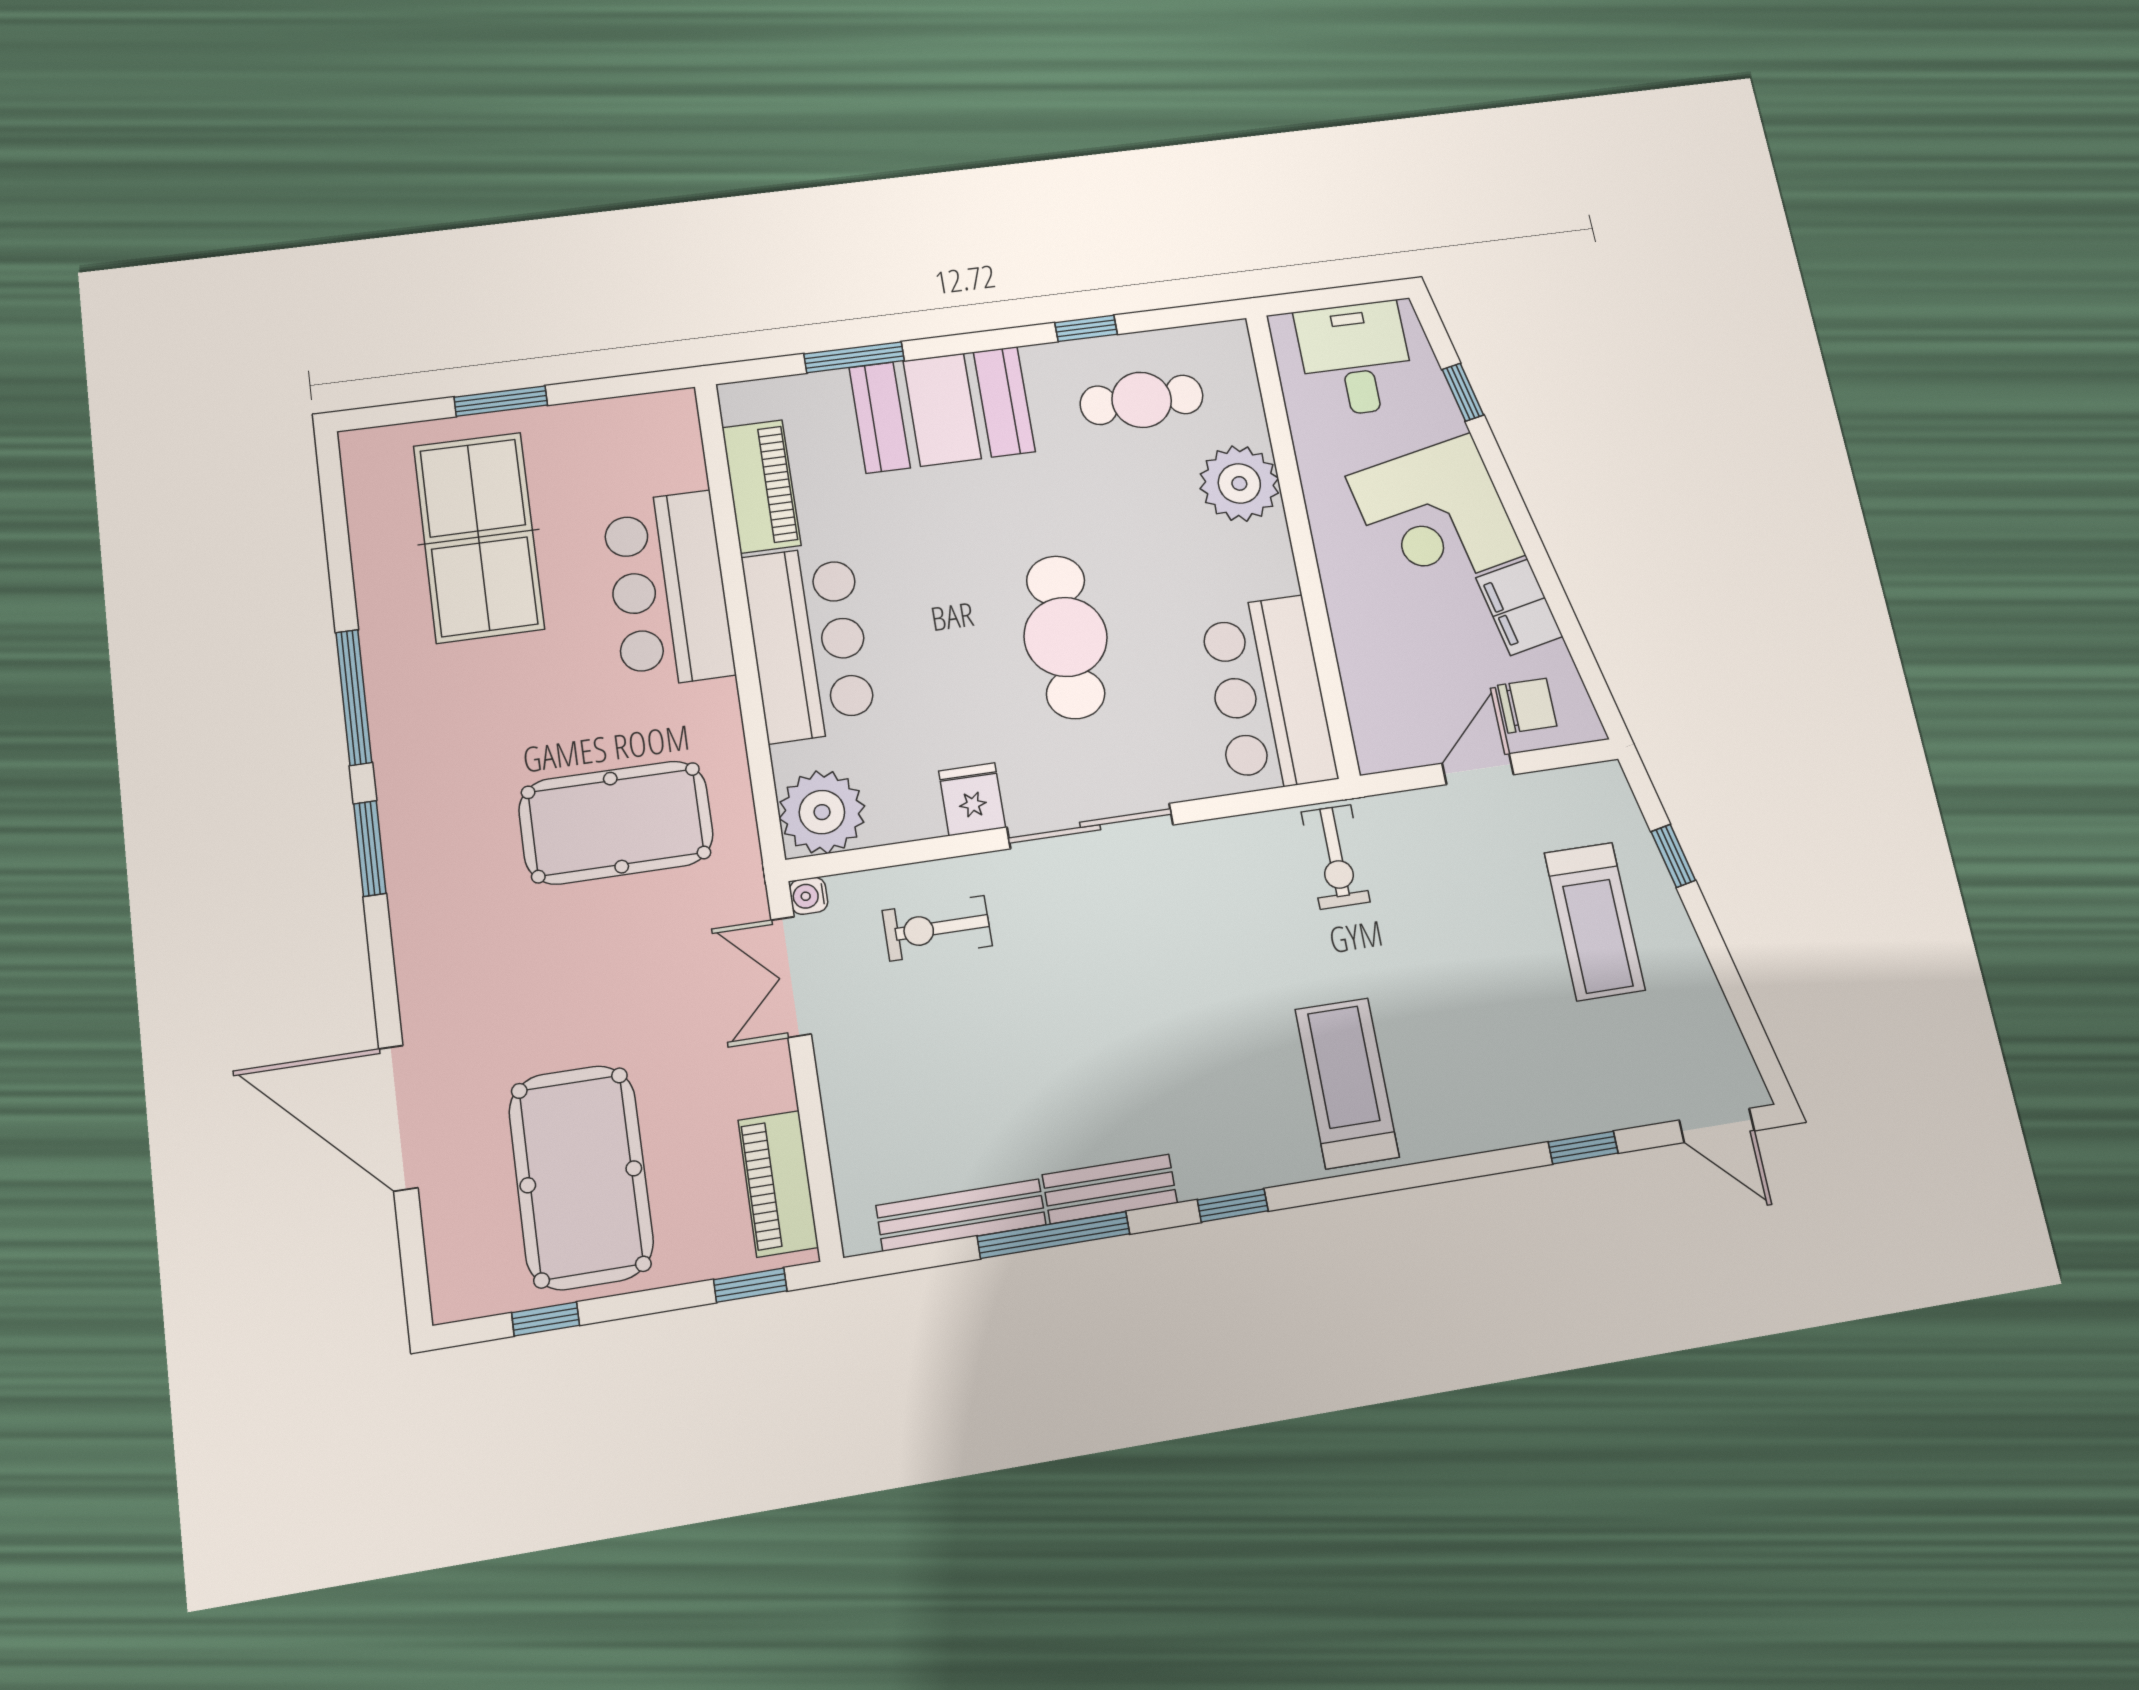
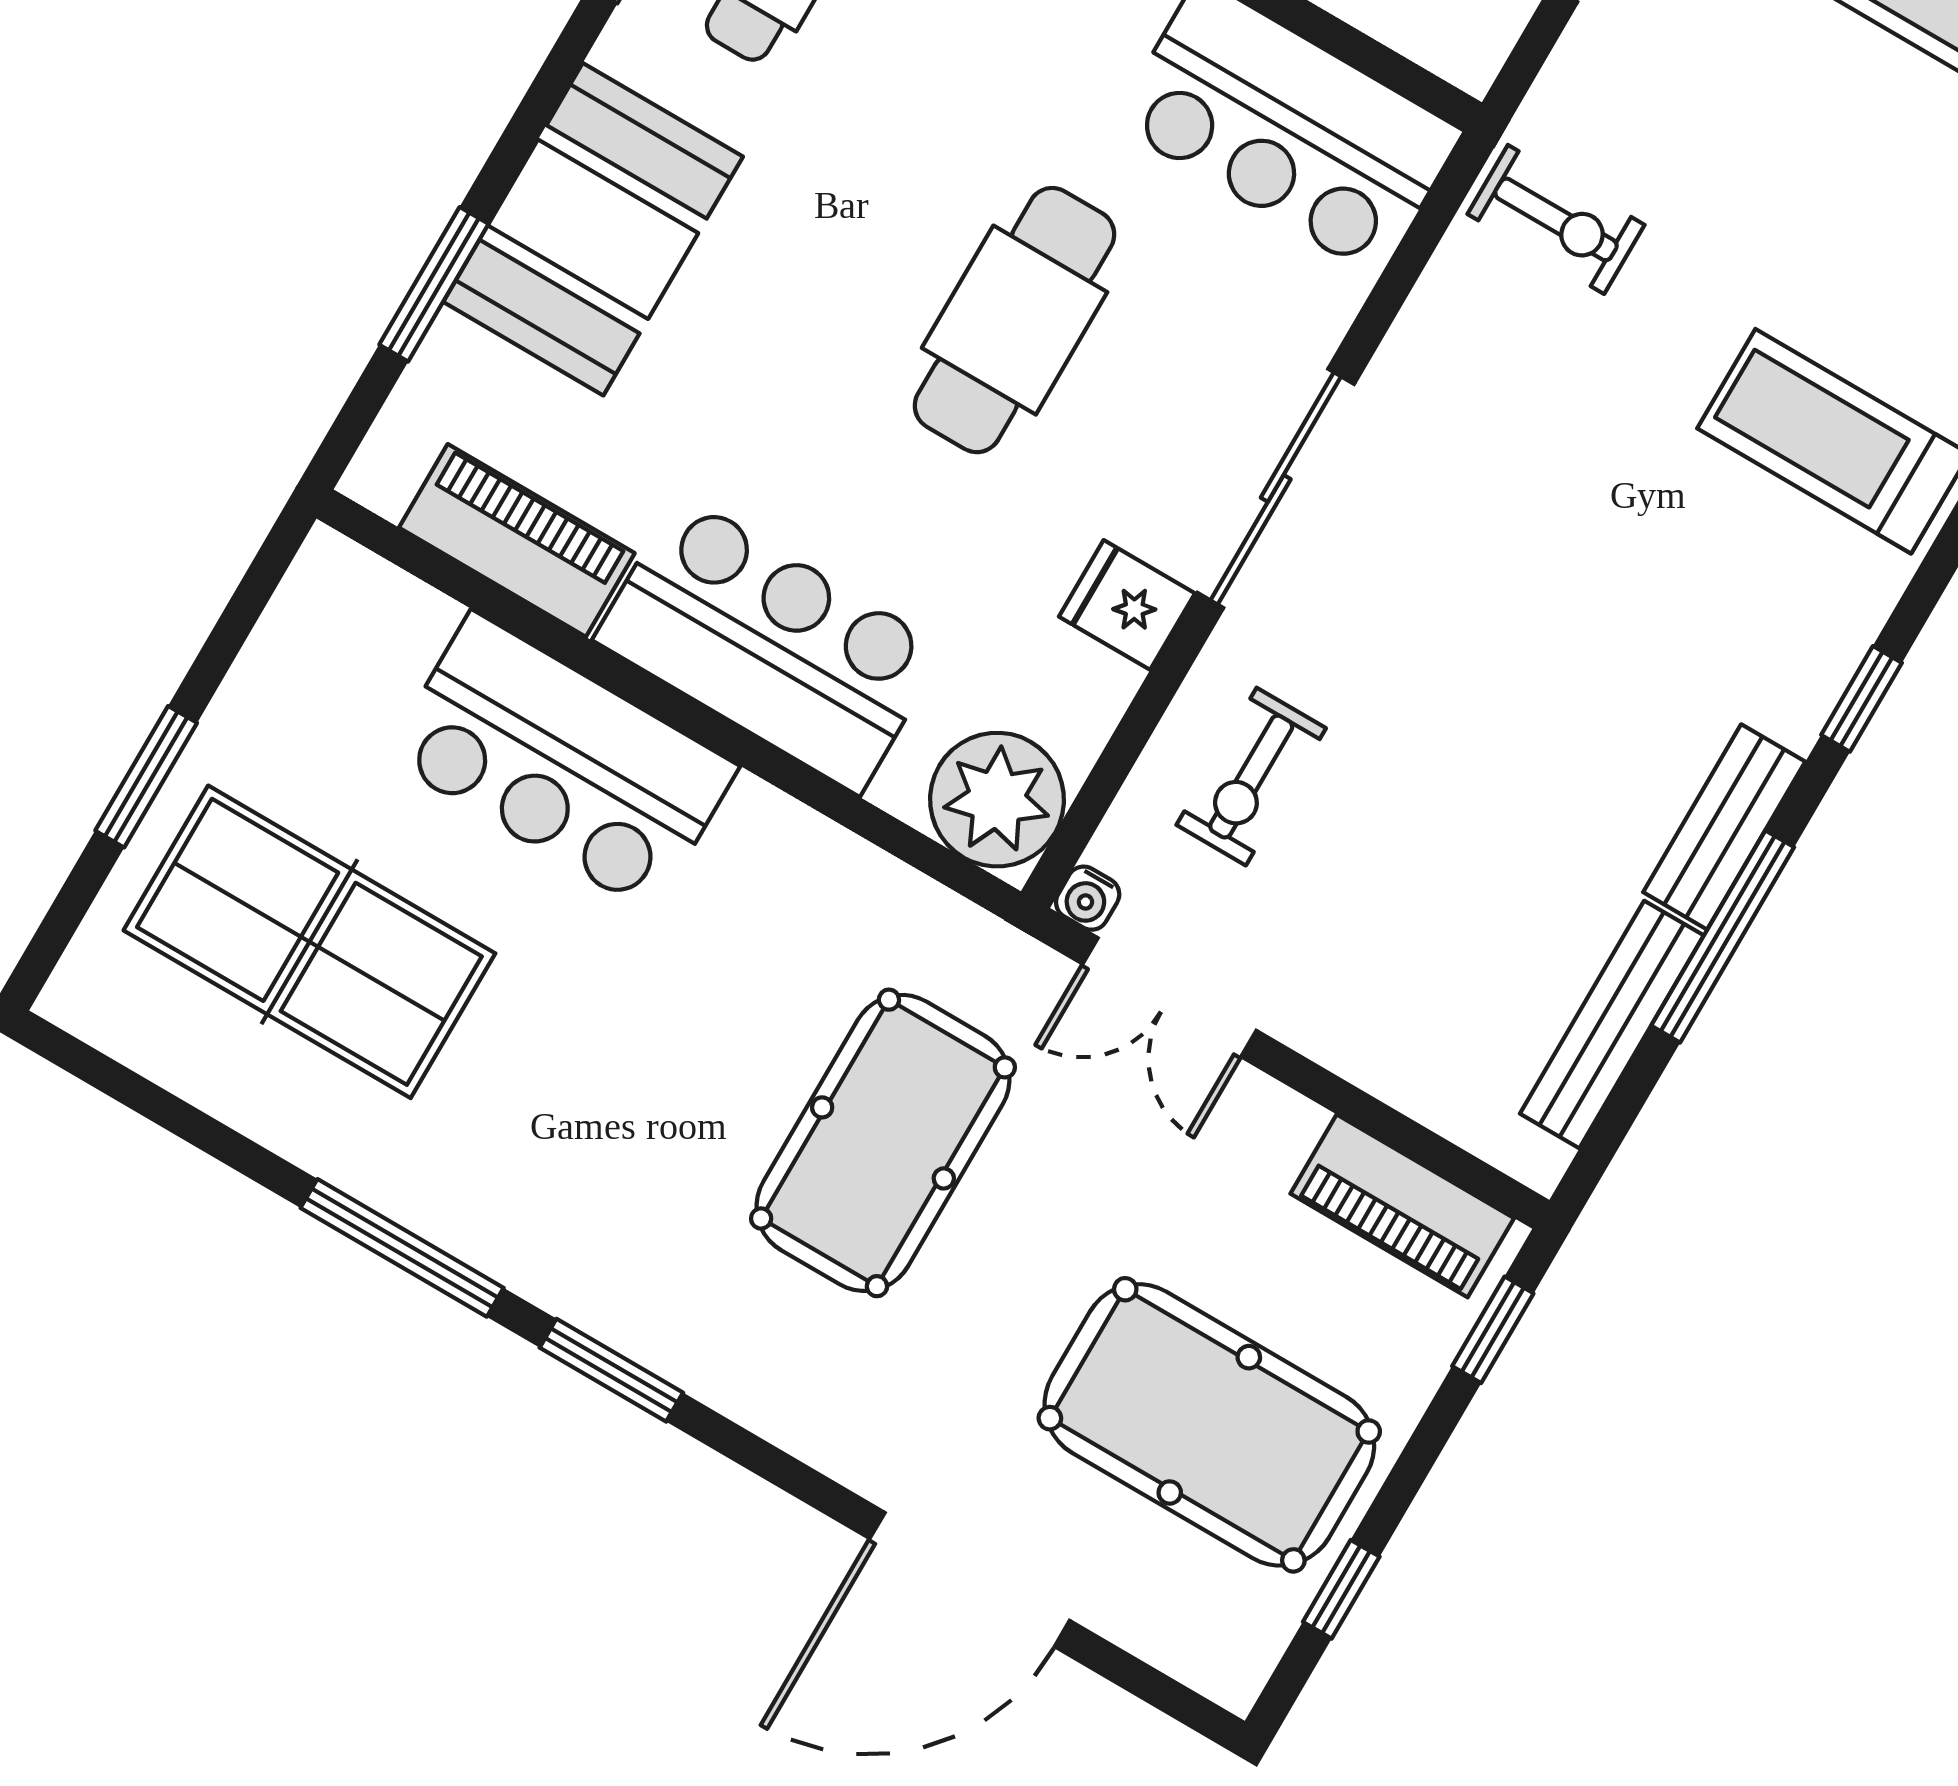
cafe table: (1066, 637) -> (1015, 320), turned 90
pool table: (616, 822) -> (883, 1143), moved

